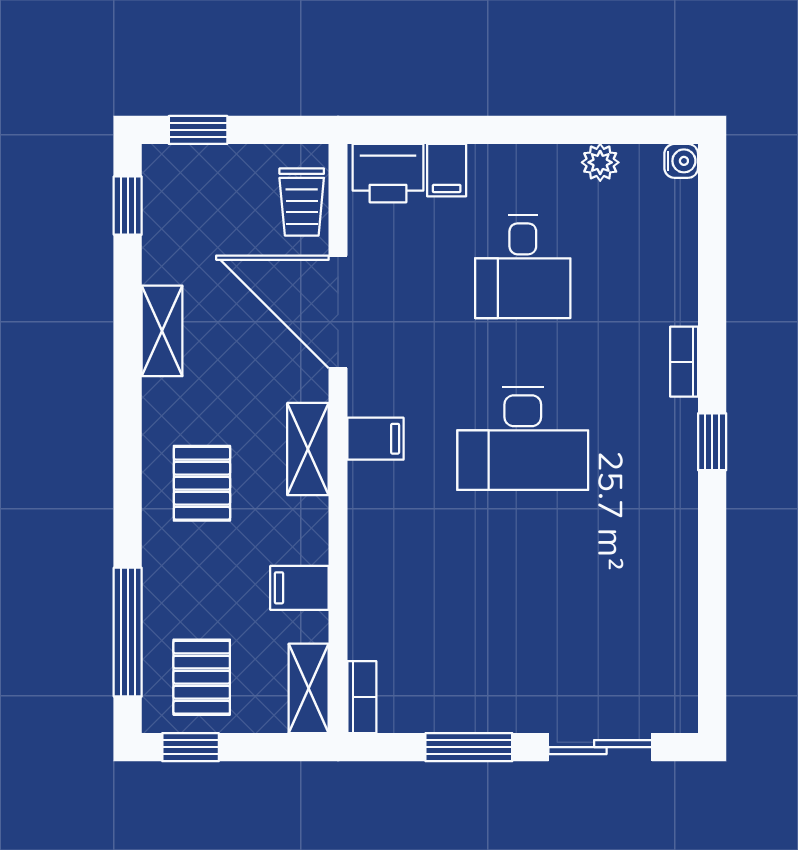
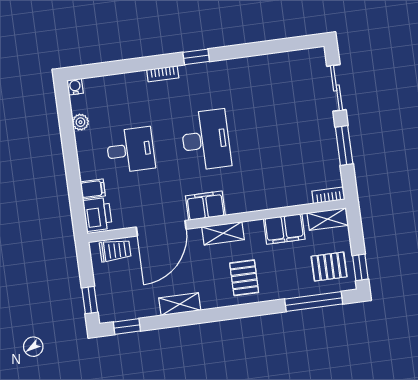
filing cabinet: (375, 439) -> (205, 206), width x2.00
pallet: (202, 483) -> (244, 278), turned 90
filing cabinet: (299, 588) -> (284, 229), width x2.00

